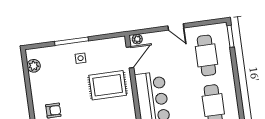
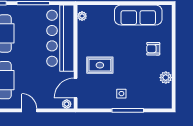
plant: (34, 66) -> (166, 78), moved
rug: (108, 85) -> (100, 65), width x0.73, depth x0.70

